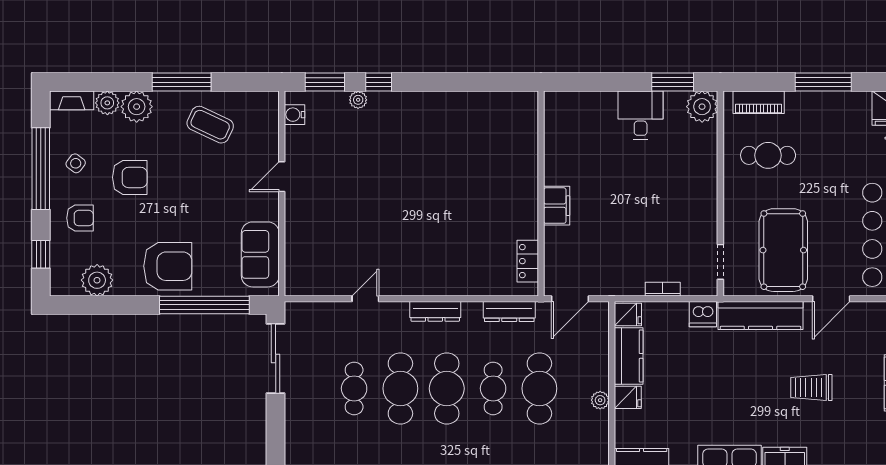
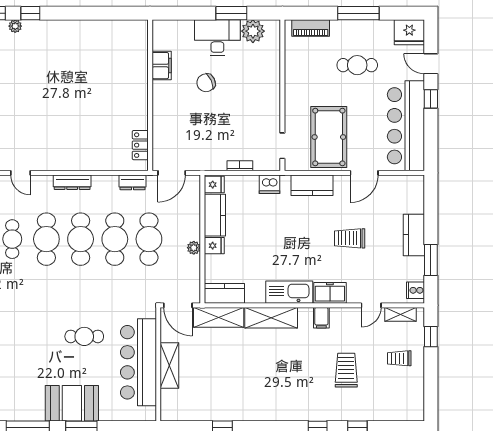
window: (673, 82) -> (231, 13), moved
plant: (702, 107) -> (253, 31), moved
desk: (641, 115) -> (217, 37), width x1.37
cafe table: (768, 155) -> (357, 65), moved
chair: (617, 177) -> (206, 83), added
filing cabinet: (557, 206) -> (162, 66), moved
door: (365, 299) -> (20, 173), swing flipped
dresser: (509, 312) -> (133, 182), width x0.70
kitchen counter: (760, 316) -> (312, 185), width x0.67
cafe table: (493, 388) -> (115, 239), width x1.37, depth x1.35

